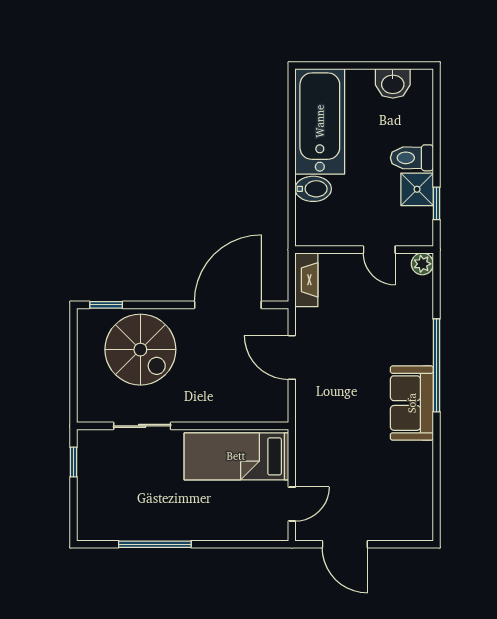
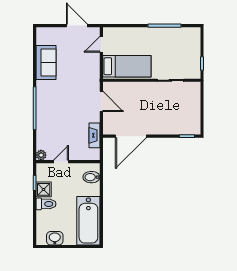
bidet: (313, 189) -> (91, 177), moved
door: (379, 250) -> (61, 162), hinge flipped
fireplace: (306, 280) -> (95, 135), moved
spiral stairs: (140, 350) -> (171, 115), removed
door: (292, 357) -> (101, 101), moved
sofa: (412, 403) -> (46, 62), moved

